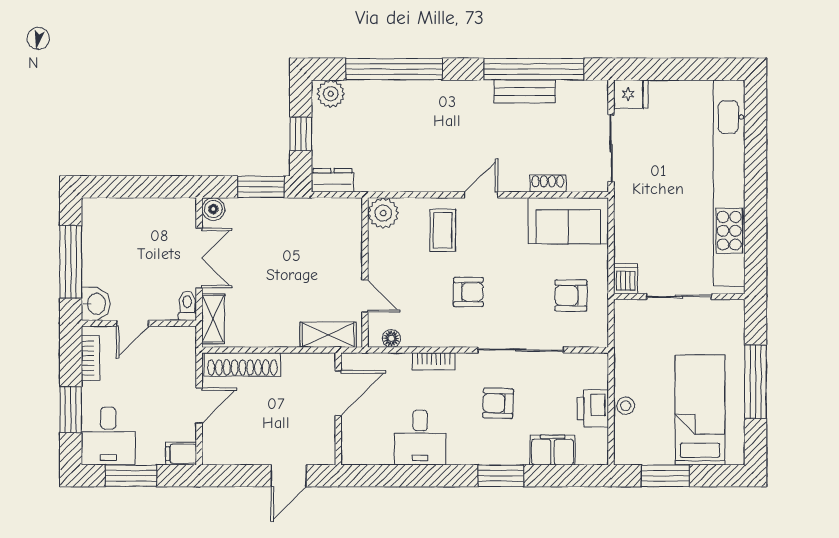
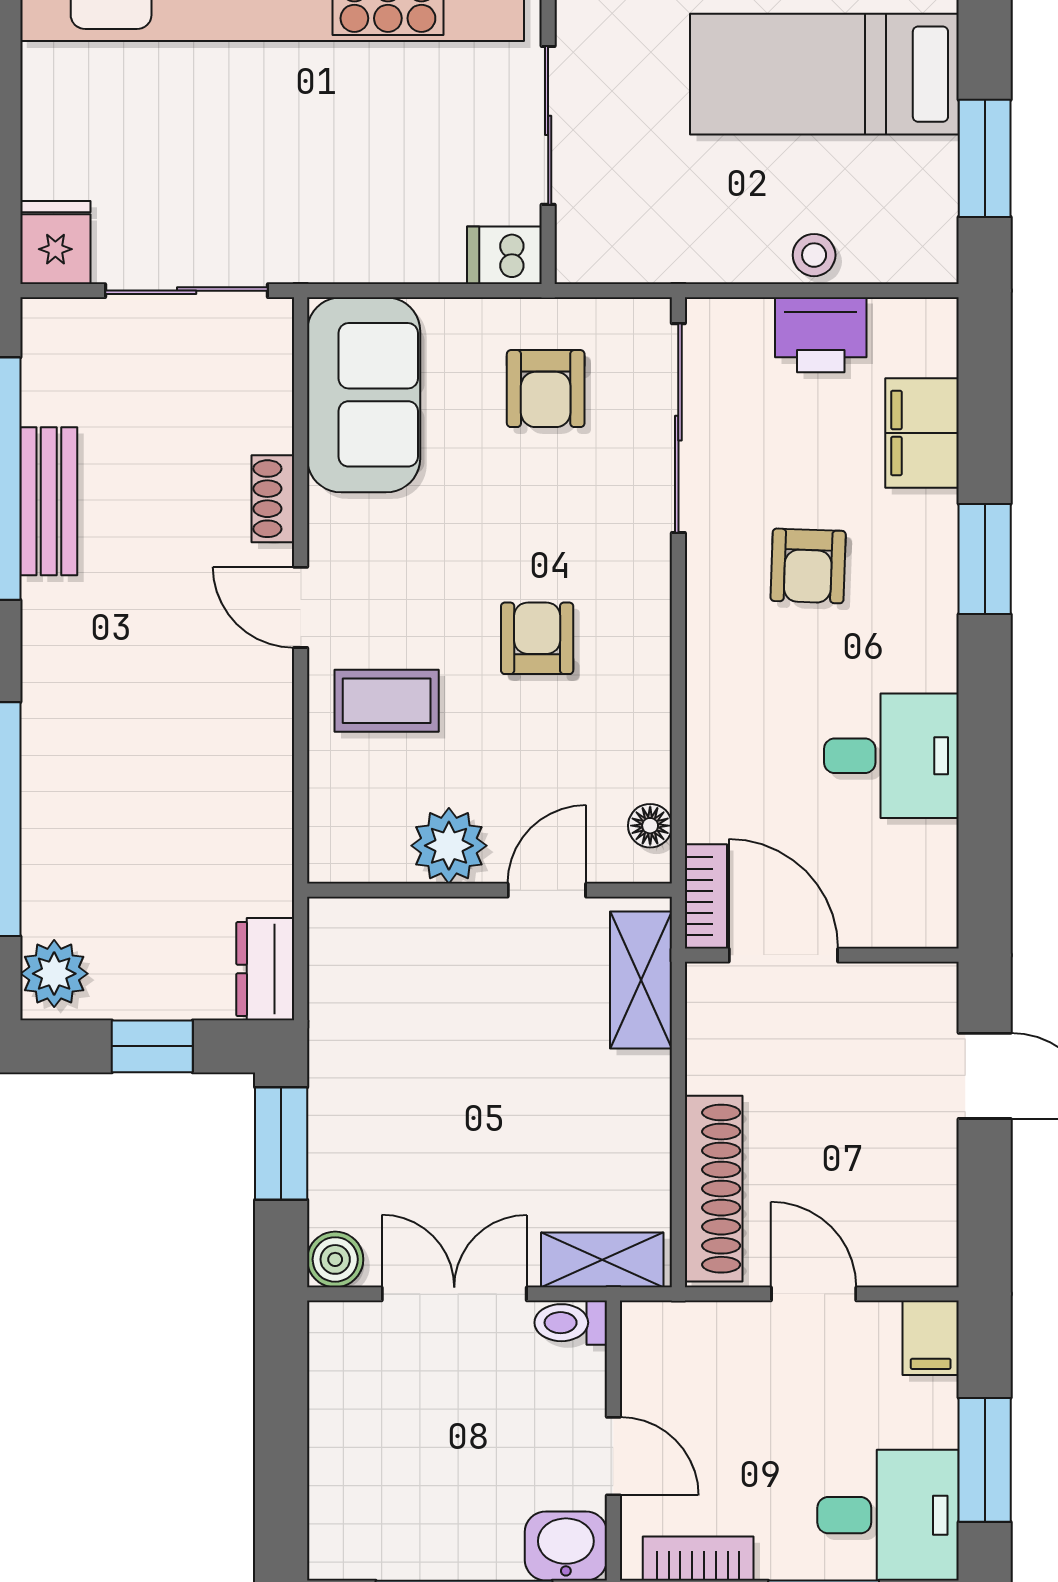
shoe rack: (548, 184) -> (273, 499), moved
plant: (383, 213) -> (449, 846), moved
sliding door: (521, 350) -> (678, 428), moved
bookcase: (434, 361) -> (706, 896), moved

